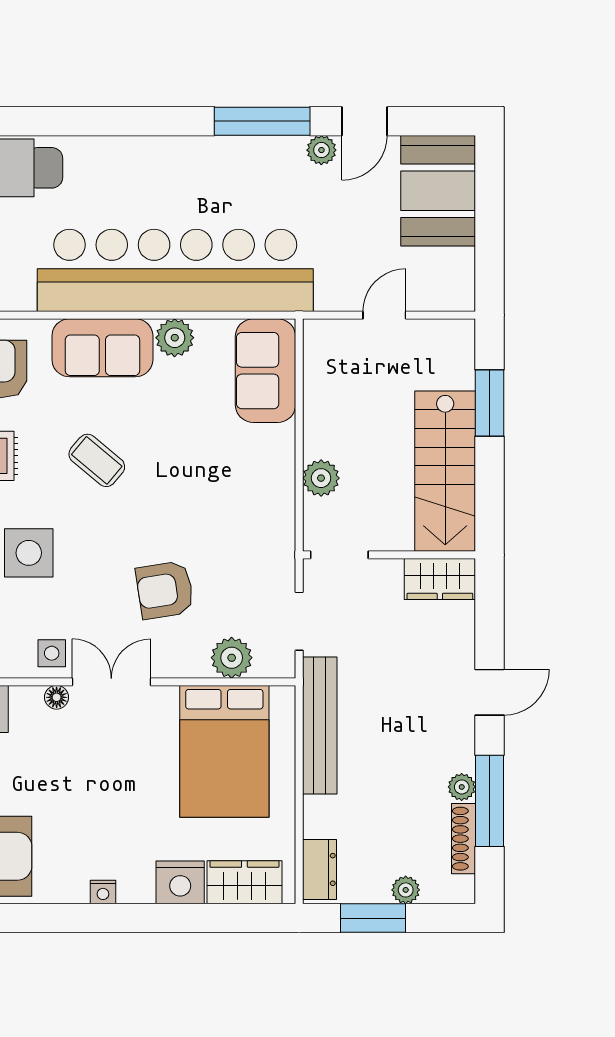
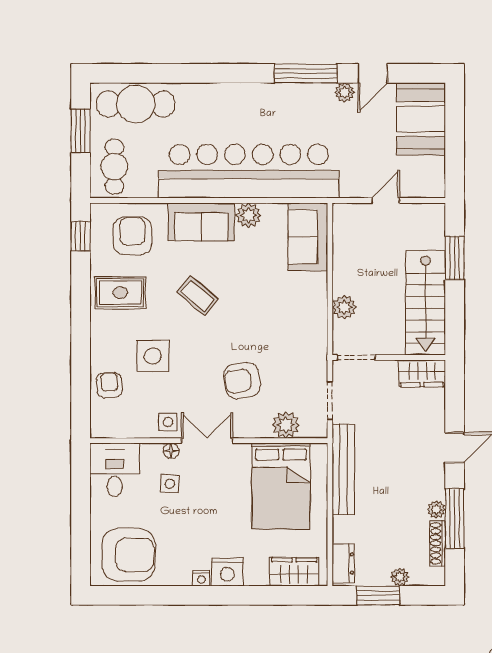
side table: (55, 748) -> (170, 484), added
nightstand: (180, 882) -> (227, 572), moved

